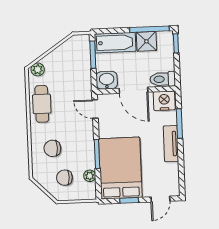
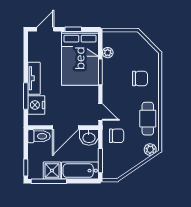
door: (134, 90) -> (65, 127), swing flipped
nightstand: (164, 101) -> (36, 105), moved, turned 90
chair: (64, 178) -> (117, 136), moved

